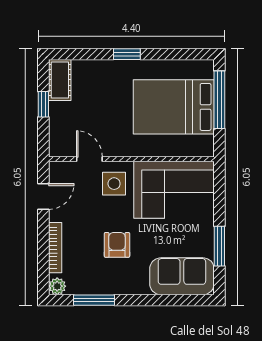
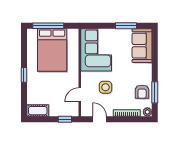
window: (43, 104) -> (65, 119), moved
side table: (114, 184) -> (105, 87), moved
armchair: (117, 245) -> (142, 92), moved, turned -90

